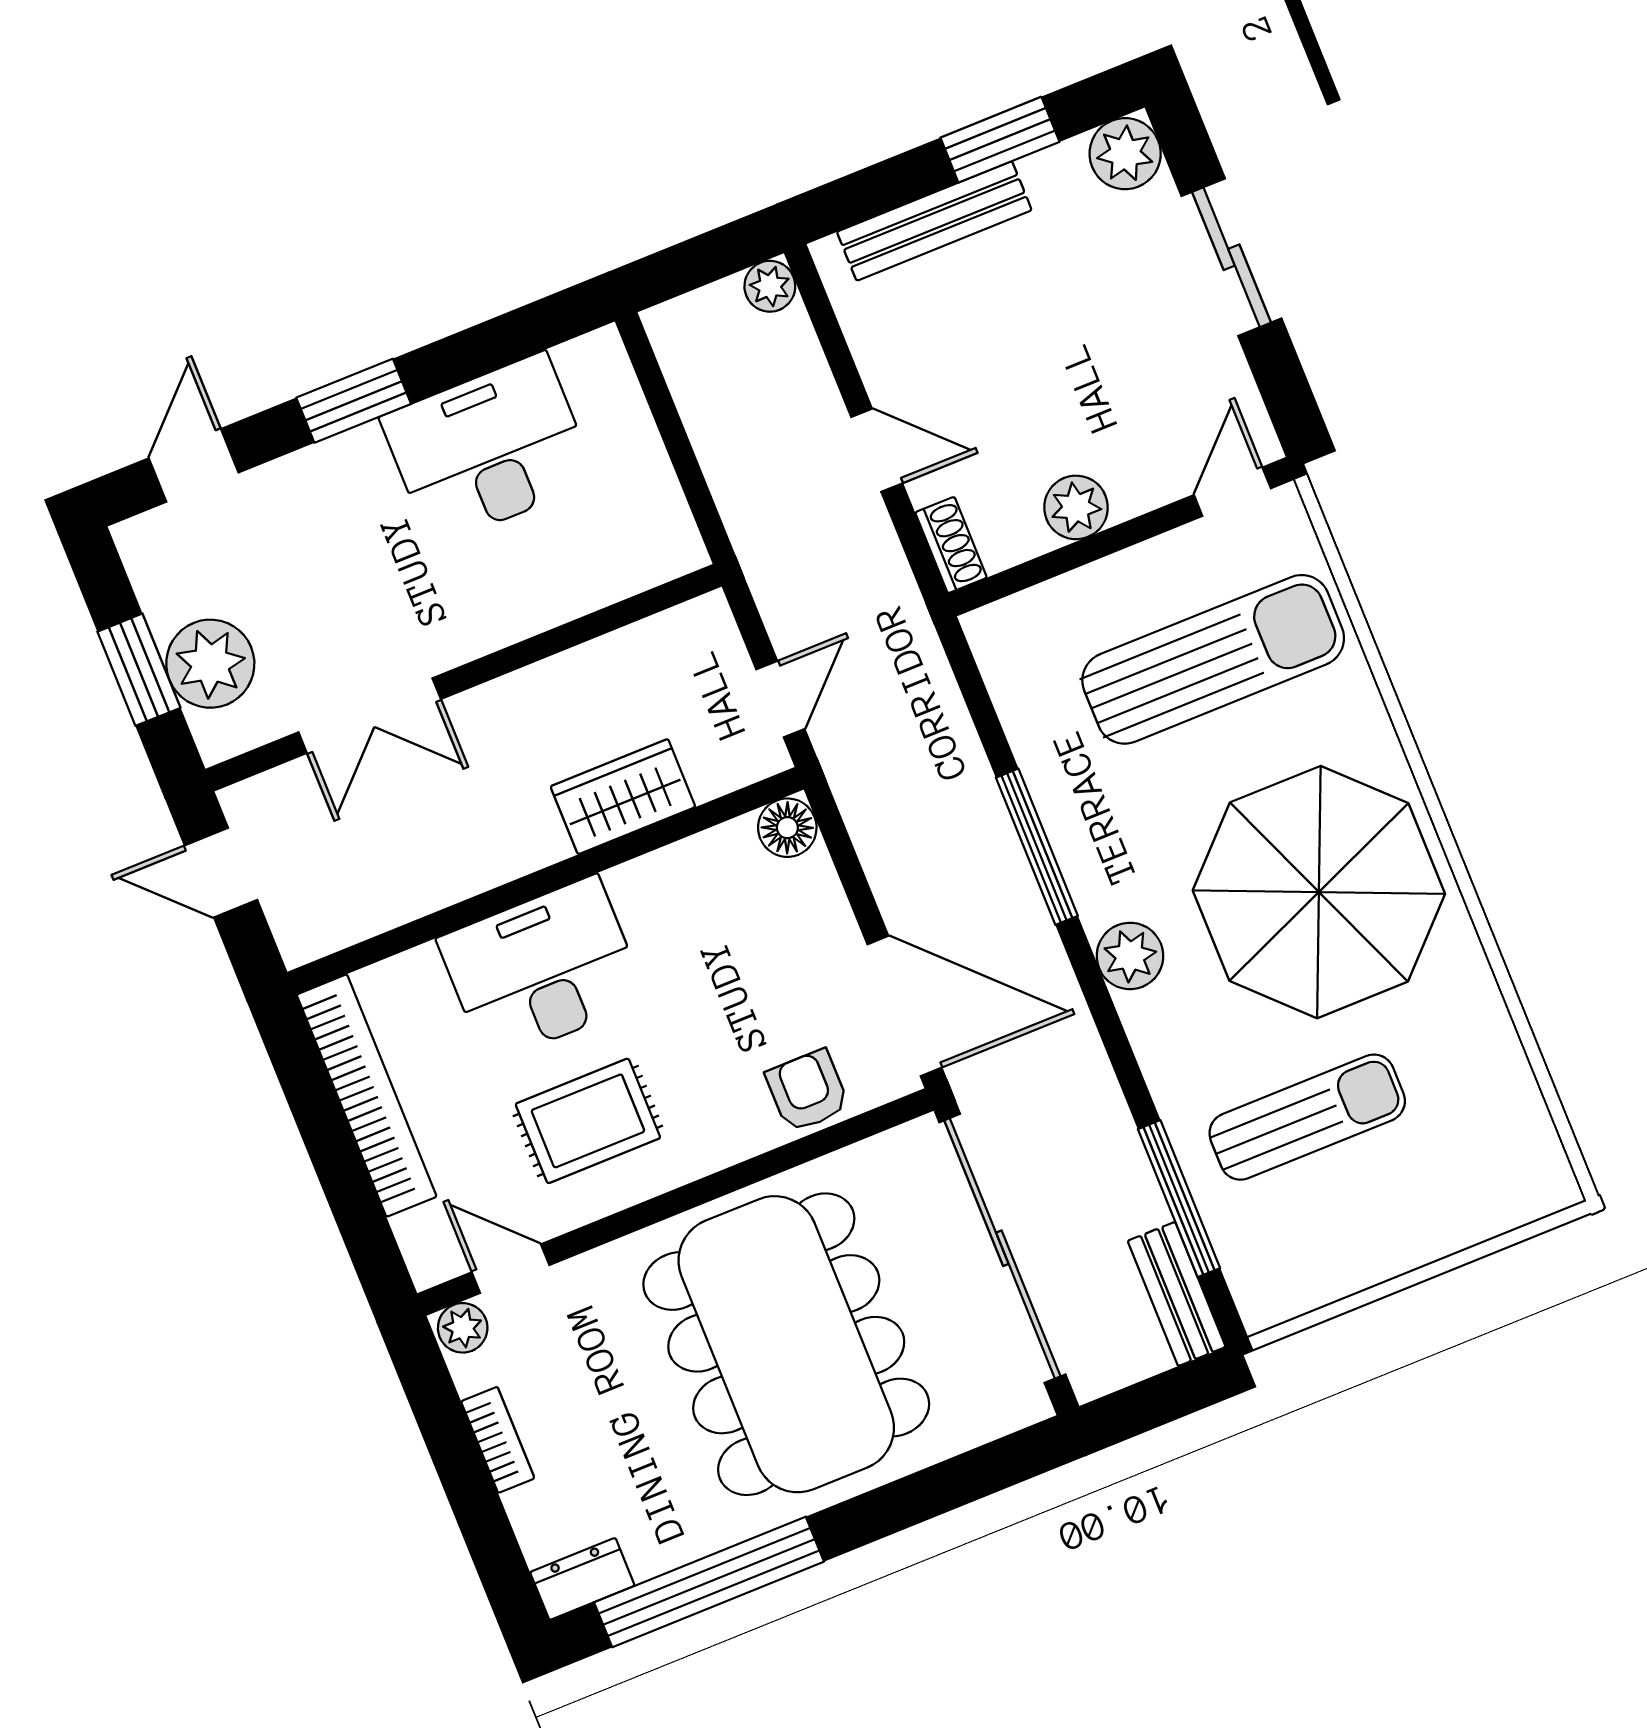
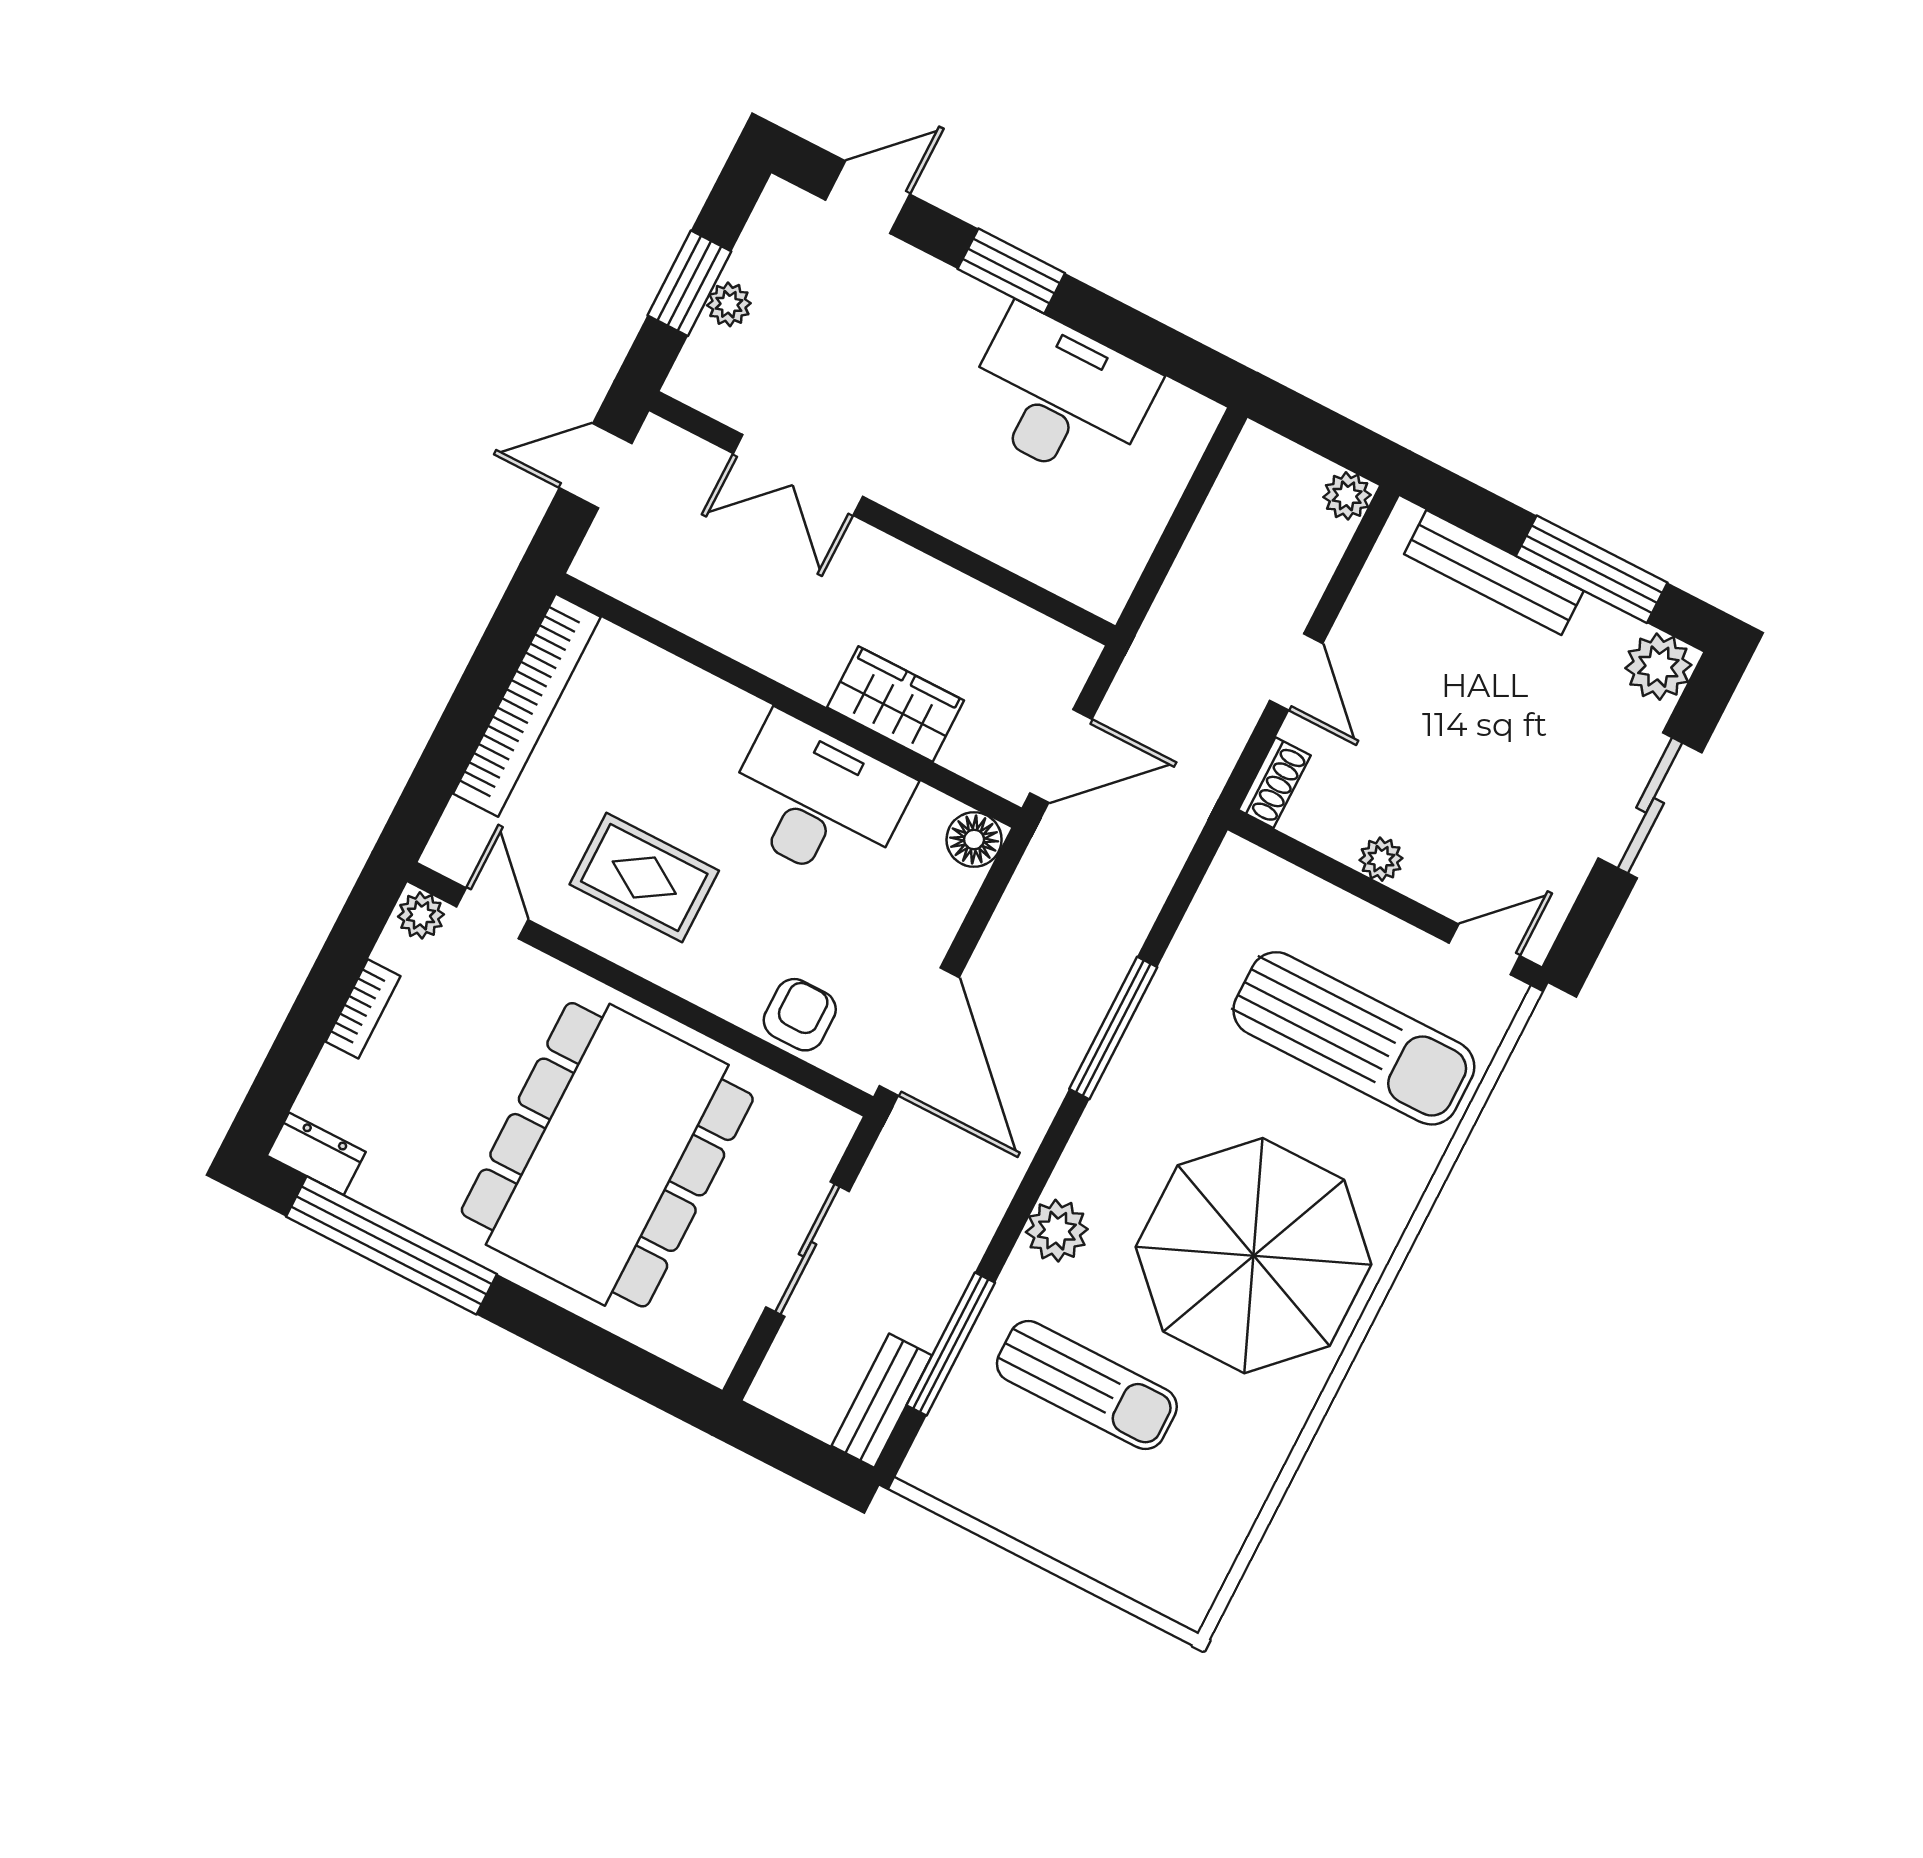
window: (1000, 140) -> (1592, 569), width x1.44
plant: (1076, 507) -> (1381, 859), width x0.73, depth x0.73
plant: (210, 664) -> (729, 304), width x0.53, depth x0.53
door: (780, 699) -> (1061, 756), width x1.38
door: (221, 873) -> (596, 466), hinge flipped
plant: (1130, 956) -> (1057, 1231), moved
desk: (542, 970) -> (817, 801), moved
sliding door: (1002, 1248) -> (807, 1249), width x0.54

